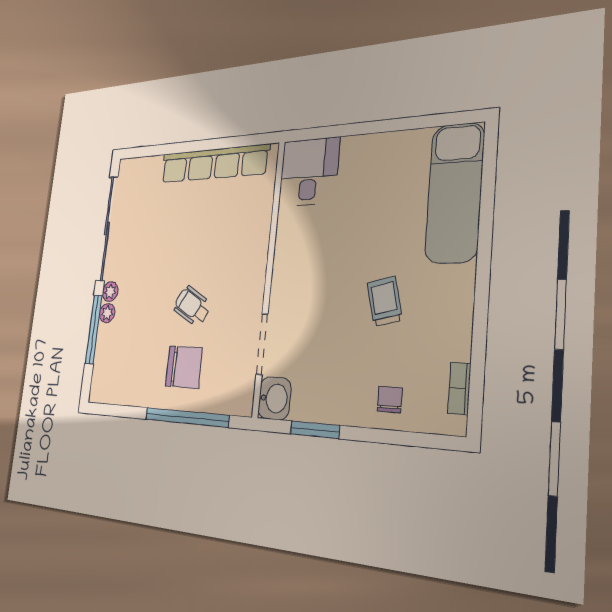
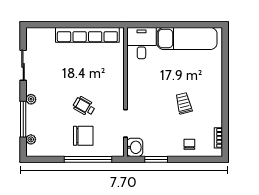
exam couch: (455, 193) -> (187, 39), moved, turned -90
sliding door: (107, 228) -> (23, 65), width x0.54
plant: (107, 313) -> (31, 139), moved

